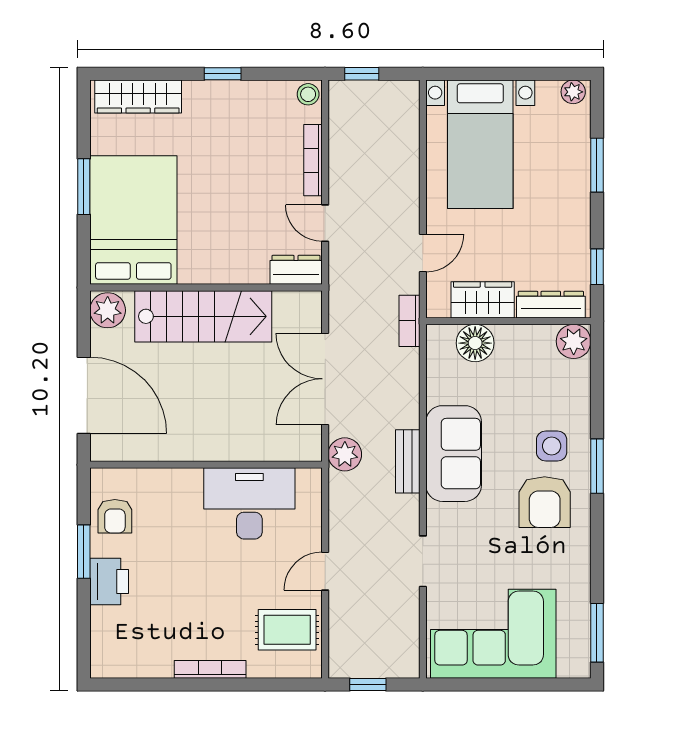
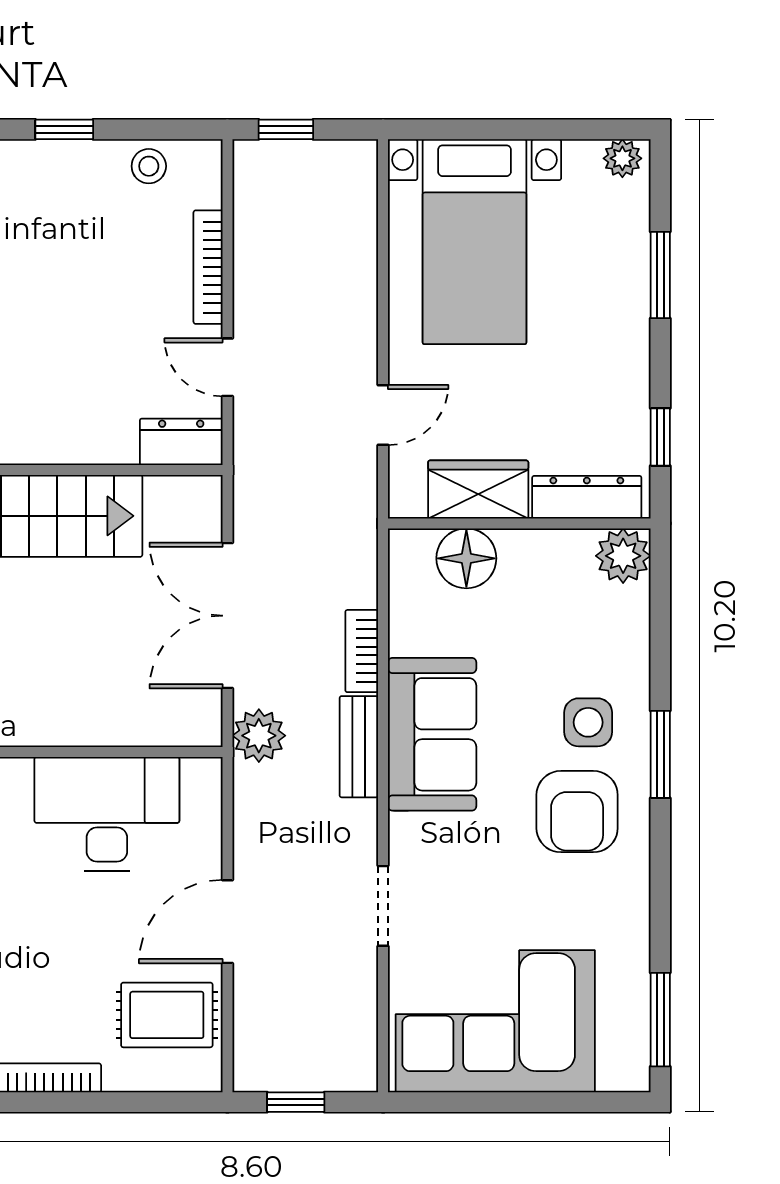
stool: (308, 94) -> (149, 166), moved
bookcase: (409, 321) -> (362, 651), moved
door: (325, 571) -> (227, 922), width x1.38

